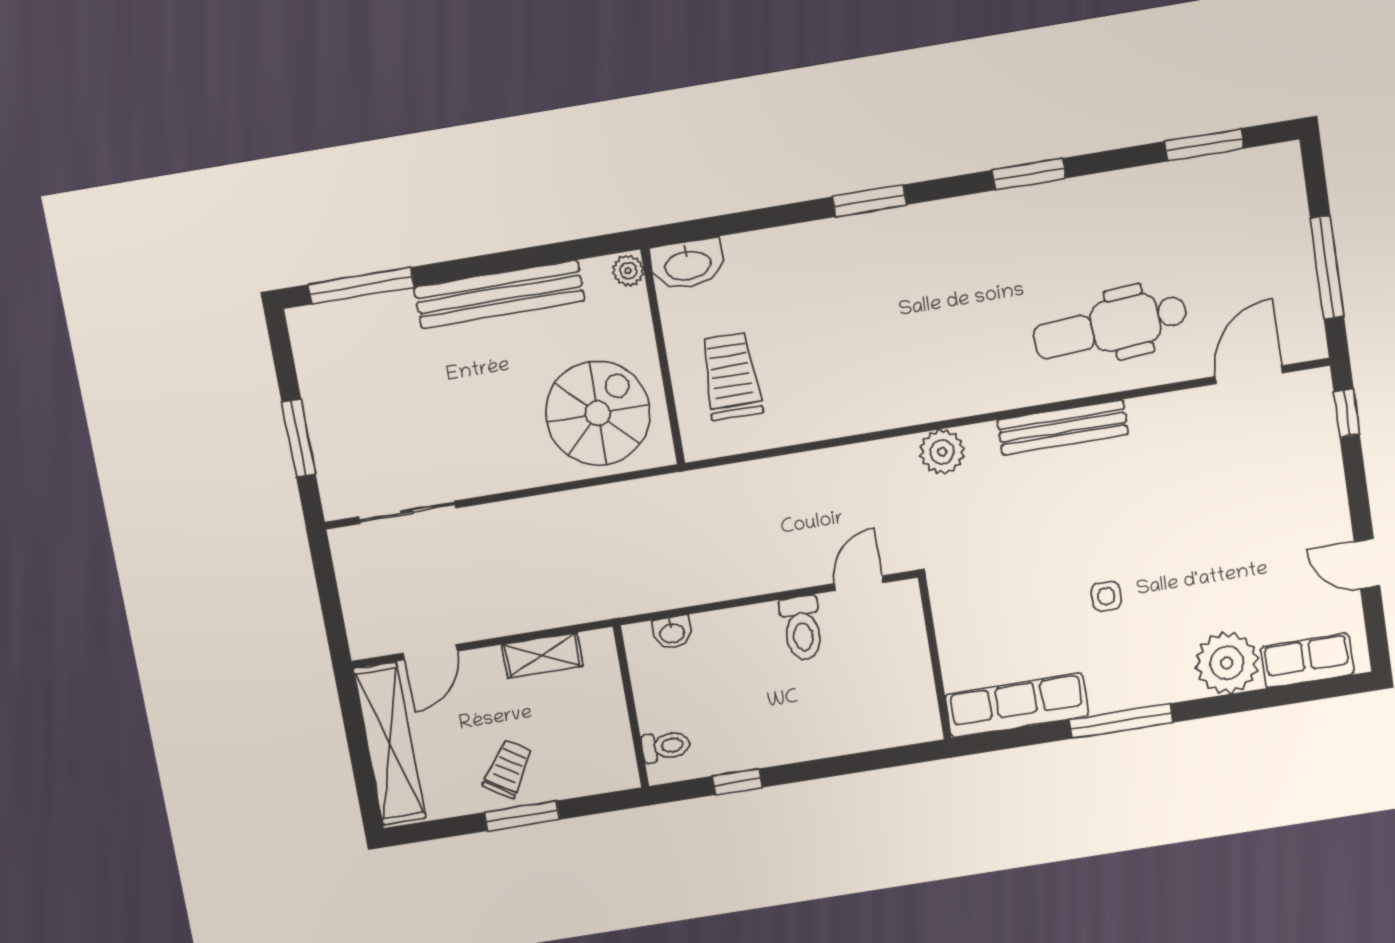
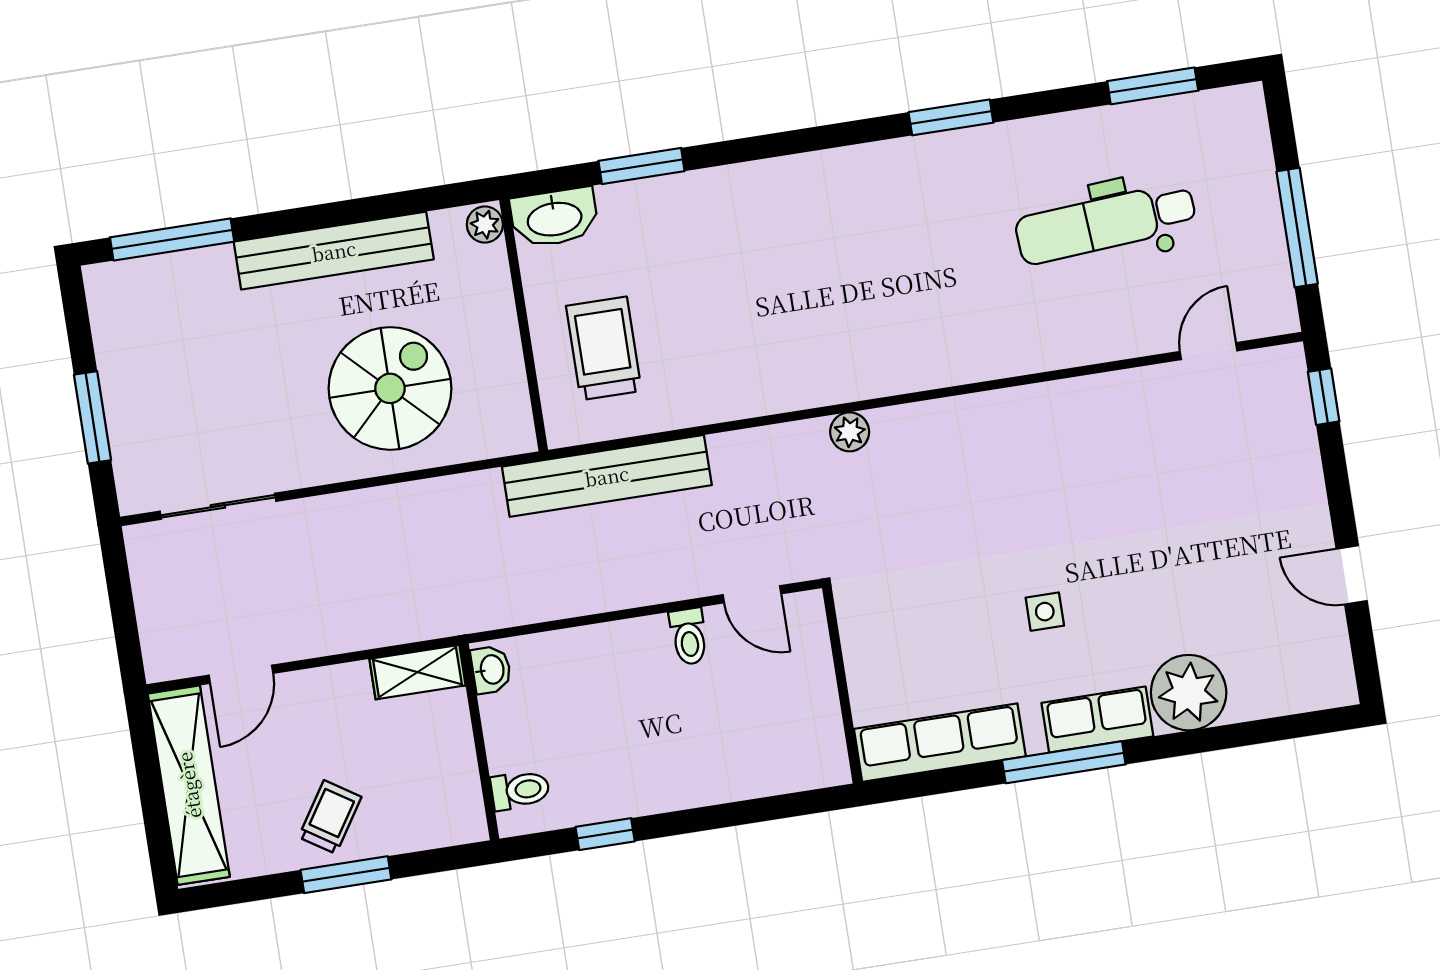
window: (869, 201) -> (641, 166), moved
dental chair: (1110, 326) -> (1106, 223), moved
door: (1249, 375) -> (1209, 351), width x0.73
spiral stairs: (598, 413) -> (390, 388), moved
bench: (1063, 427) -> (607, 476), moved, width x1.37, depth x1.21
plant: (942, 452) -> (850, 432), width x0.73, depth x0.73
door: (859, 583) -> (752, 594), swing flipped
toilet: (802, 628) -> (689, 637), width x0.73, depth x0.72
washbasin: (672, 632) -> (491, 670), moved, turned -90
shelving: (542, 655) -> (417, 672), moved
row of seats: (1307, 661) -> (1097, 720), moved

